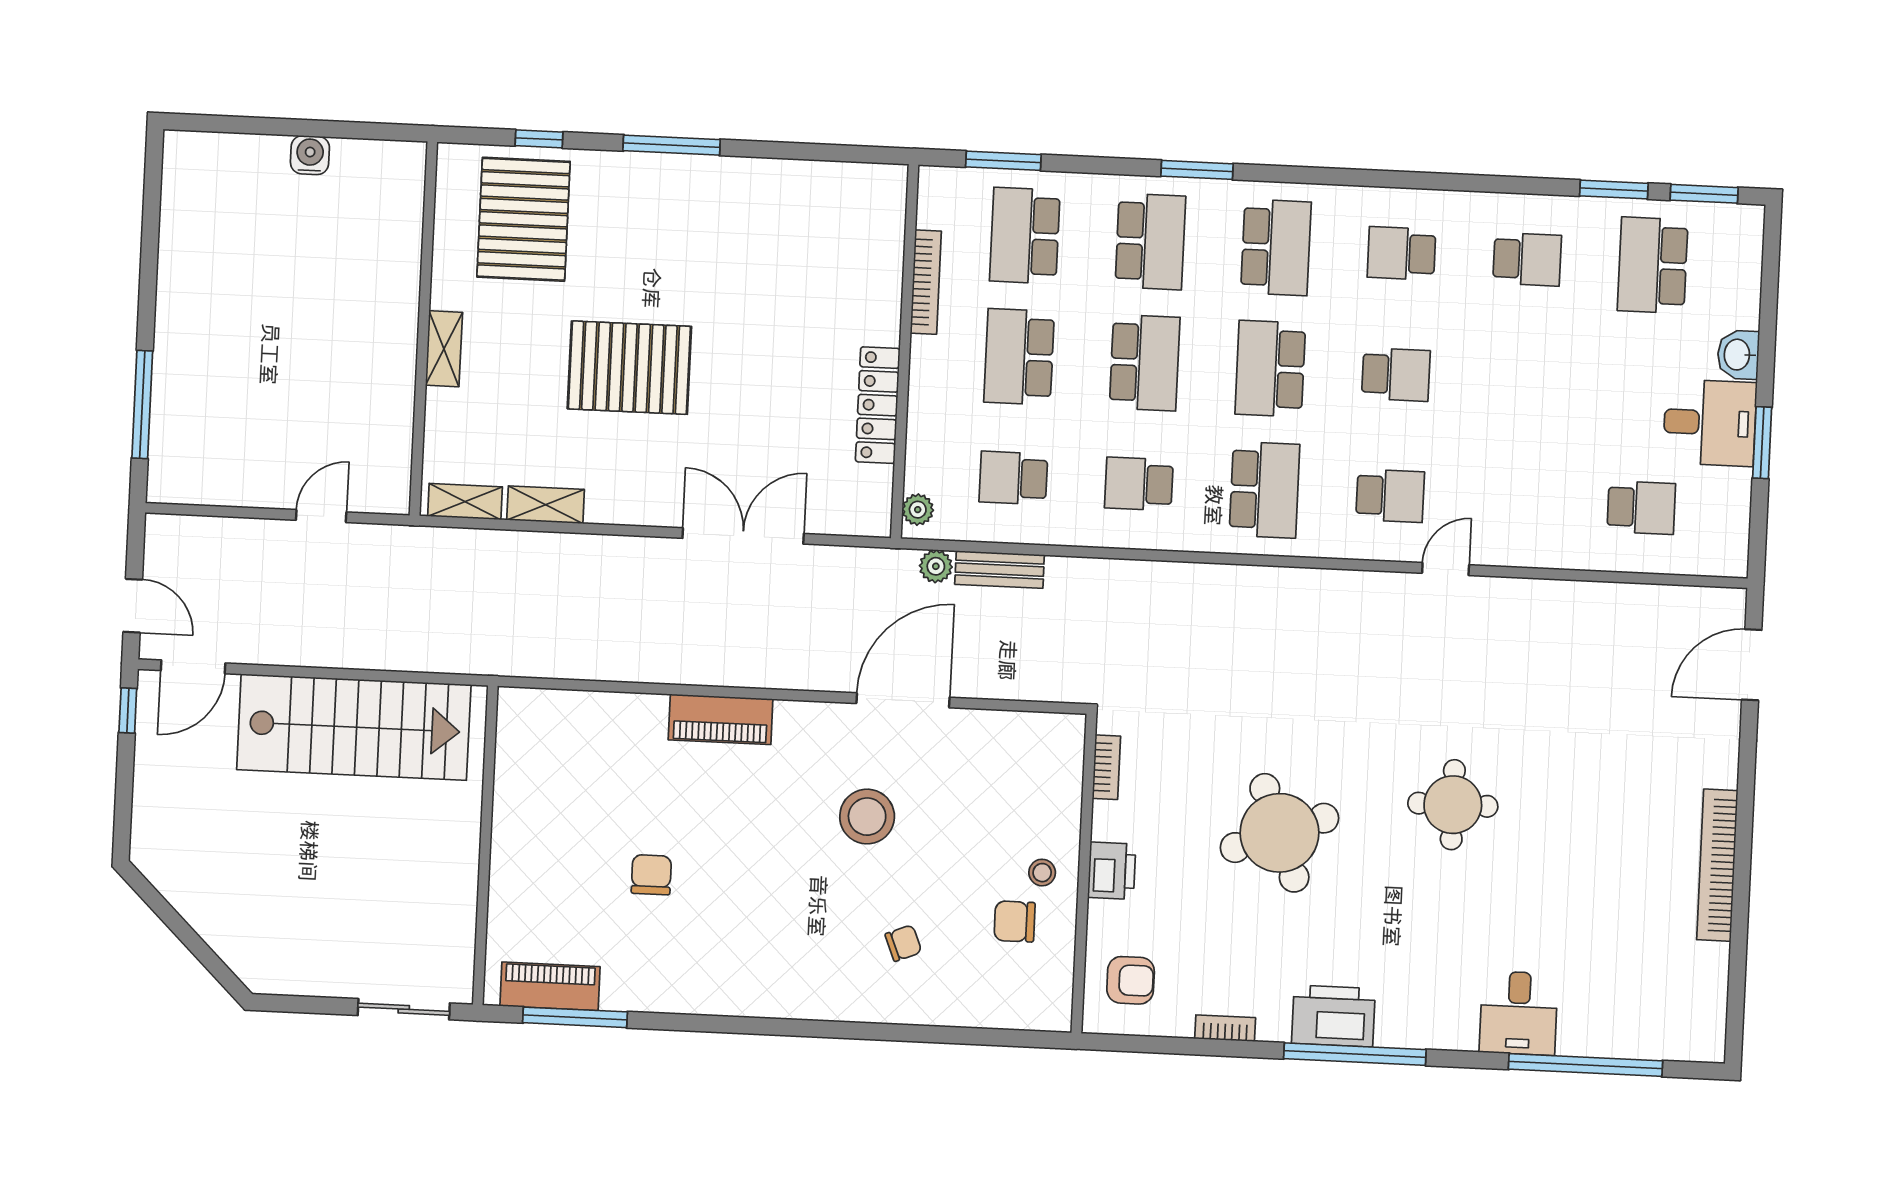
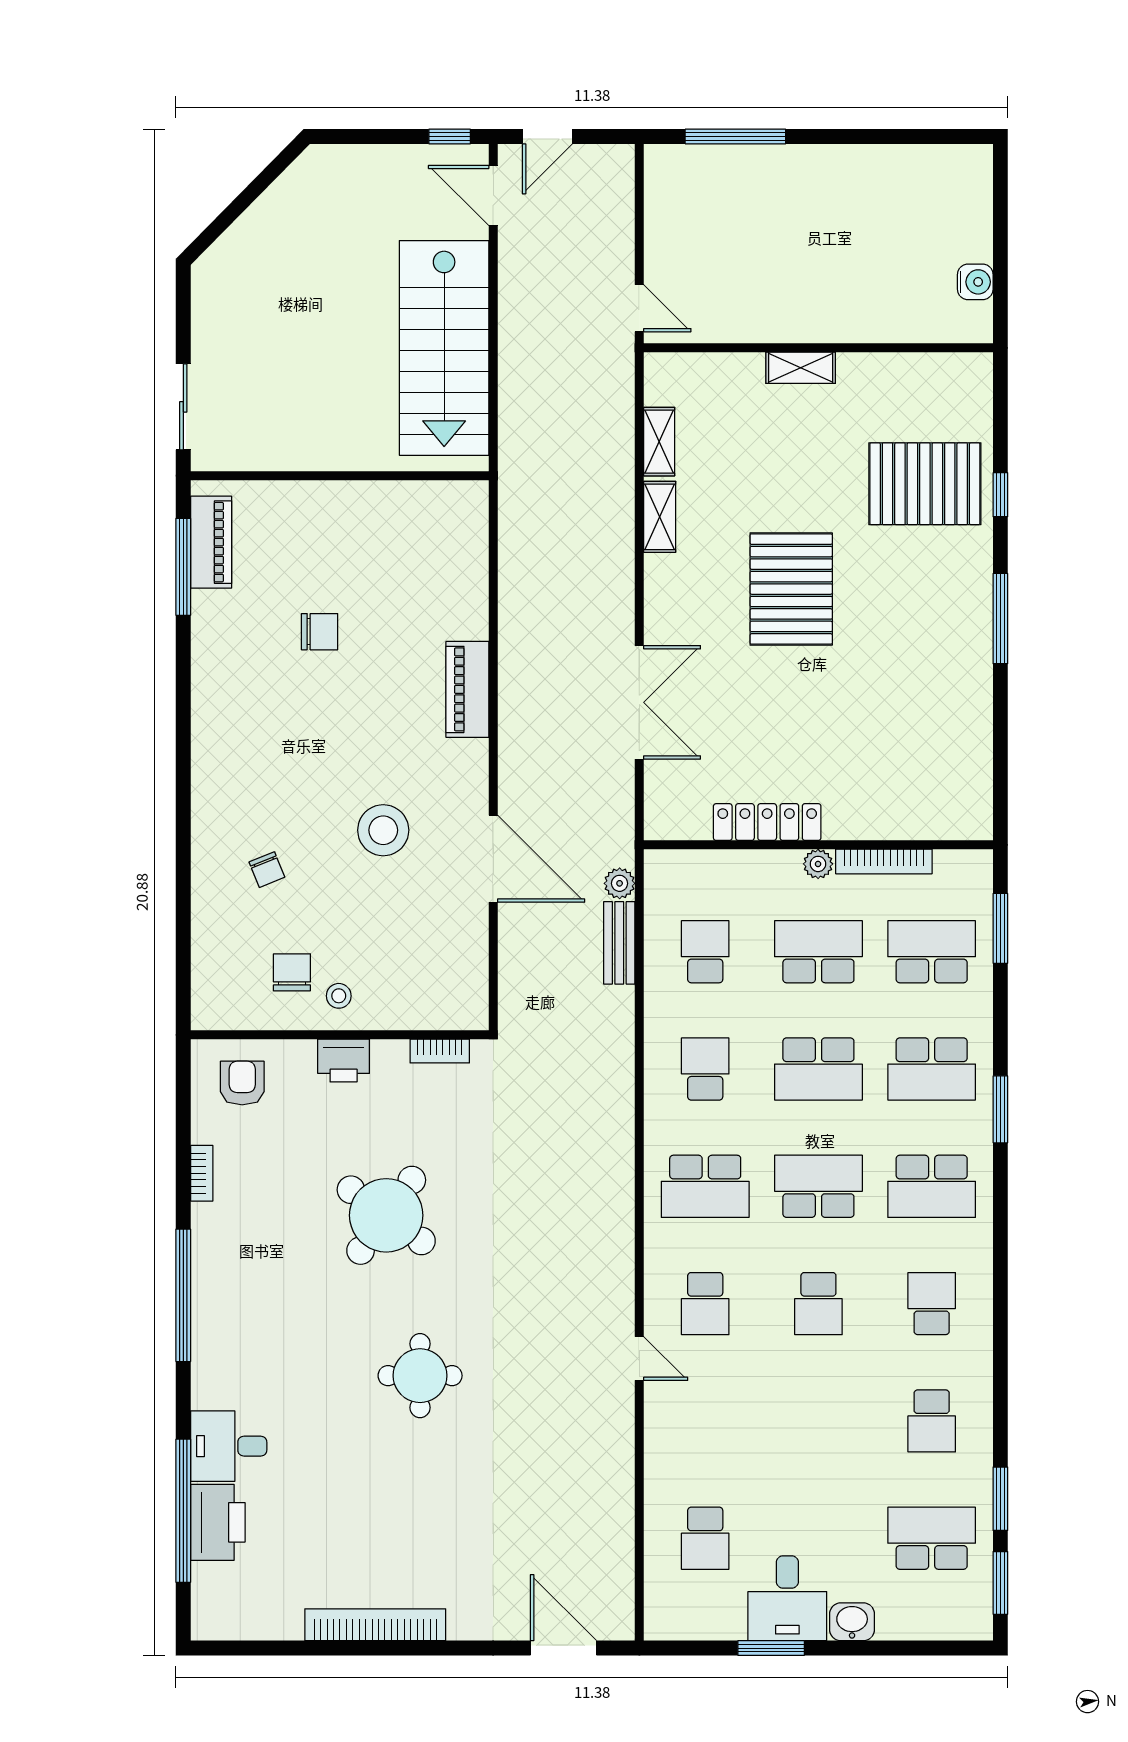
wall: (423, 329) -> (818, 348), moved
shelving: (444, 349) -> (801, 368), moved
plant: (918, 510) -> (818, 864), moved
round table: (1279, 833) -> (386, 1215), turned -33
armchair: (1131, 980) -> (242, 1083), turned 180
printer: (1333, 1016) -> (218, 1522), moved

